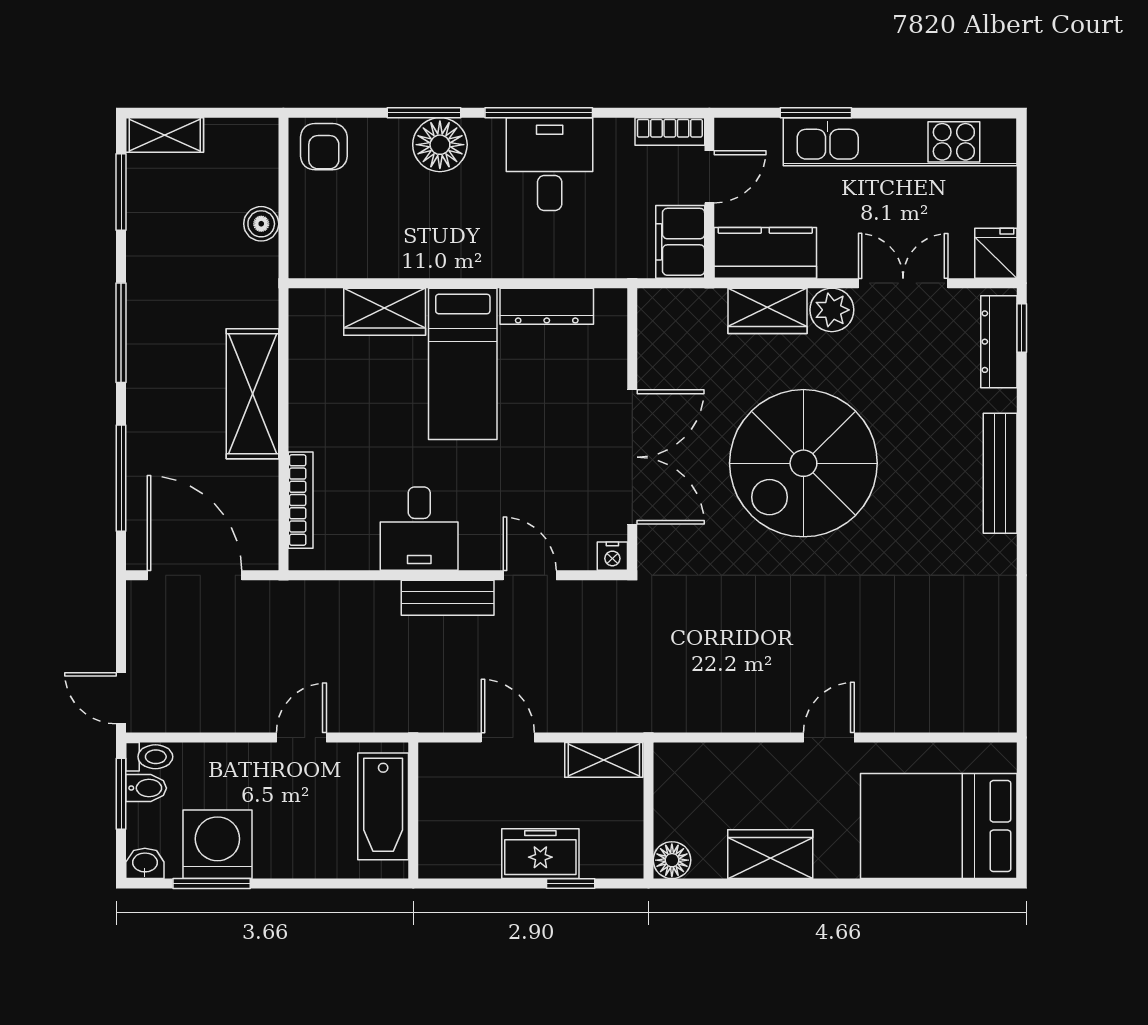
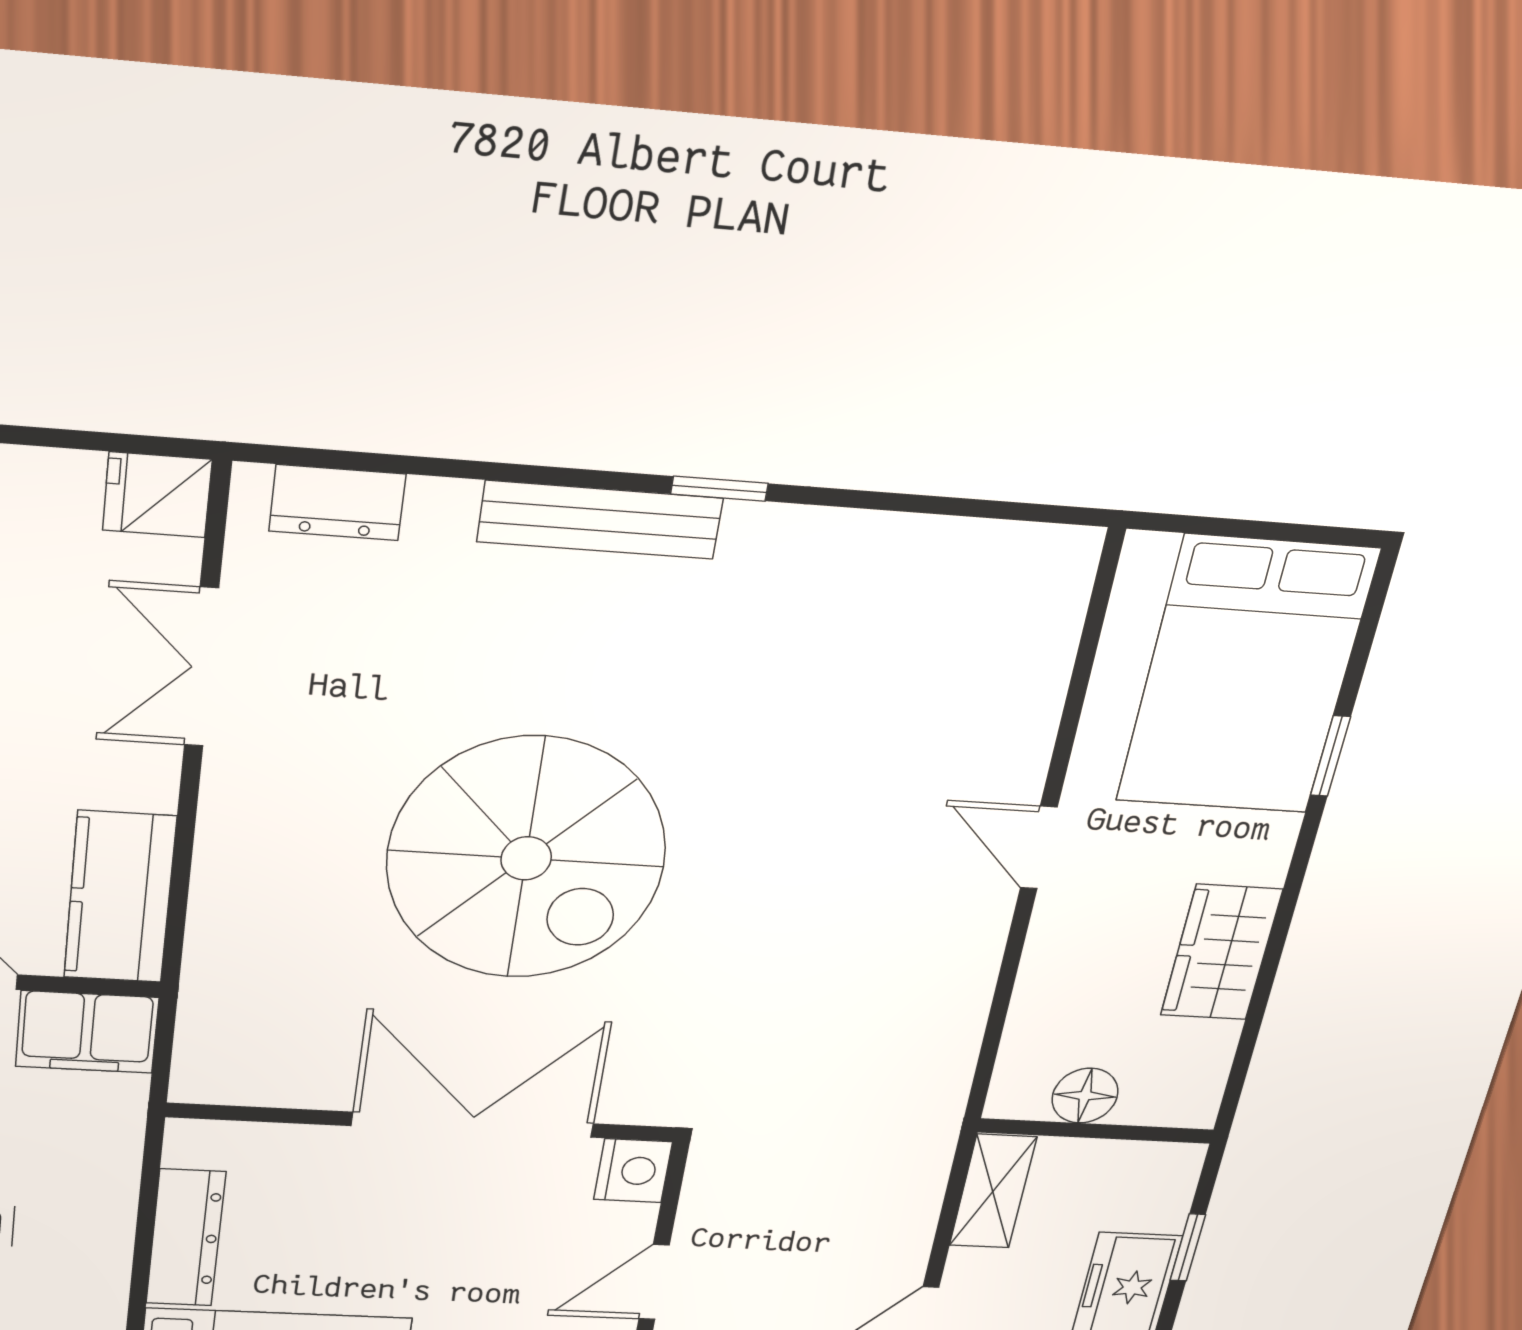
plant: (832, 310) -> (241, 793), removed
wardrobe: (768, 311) -> (231, 900), removed
window: (1022, 328) -> (719, 489), moved
dresser: (999, 342) -> (337, 503), width x0.70
nightstand: (612, 556) -> (633, 1171), width x1.39, depth x1.35
floor lamp: (672, 860) -> (1085, 1096), moved
window: (895, 884) -> (1330, 756), added

